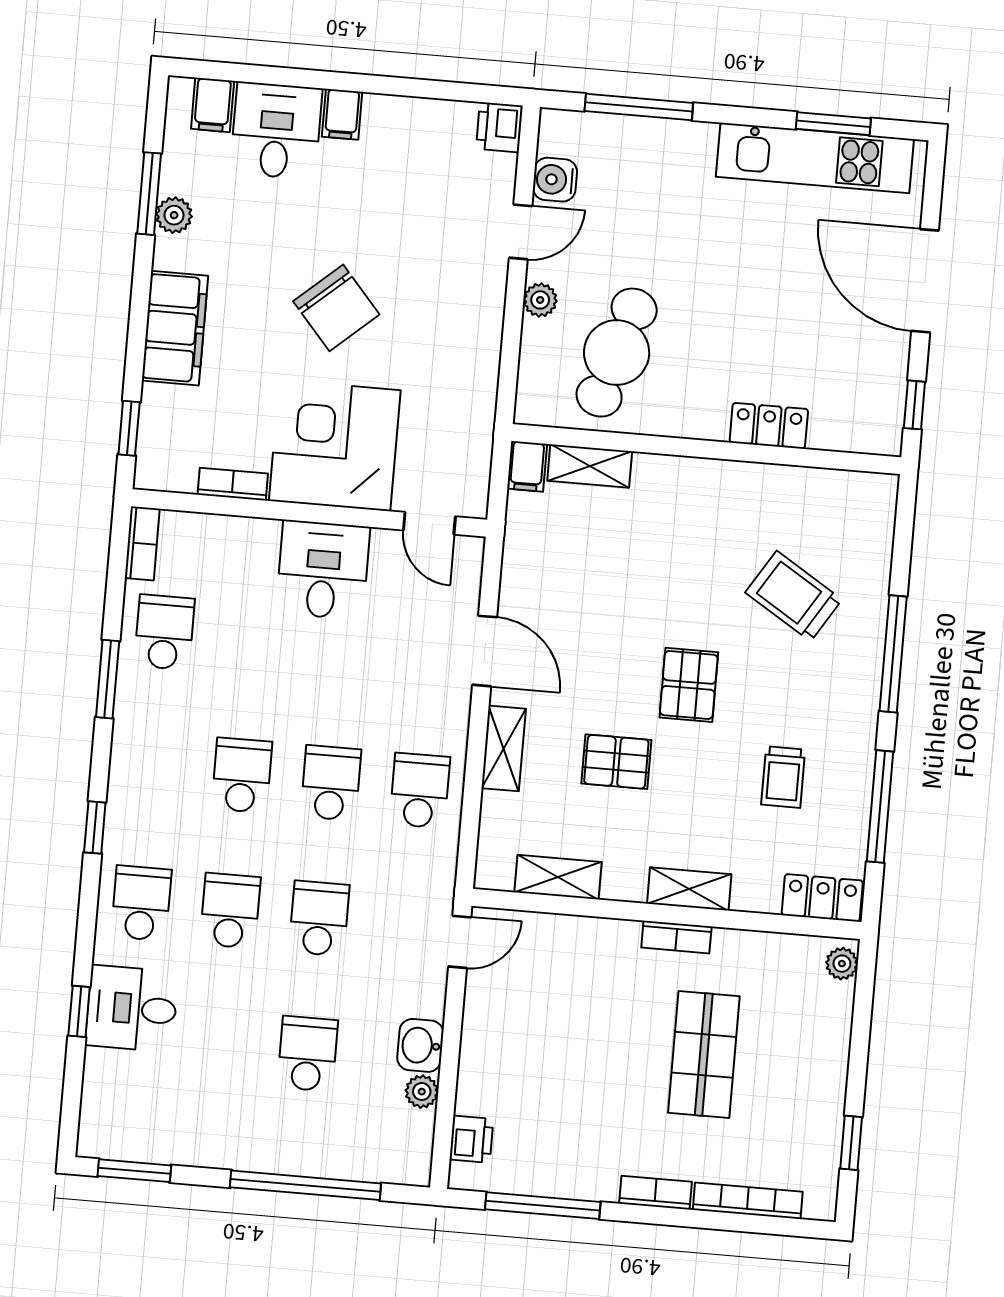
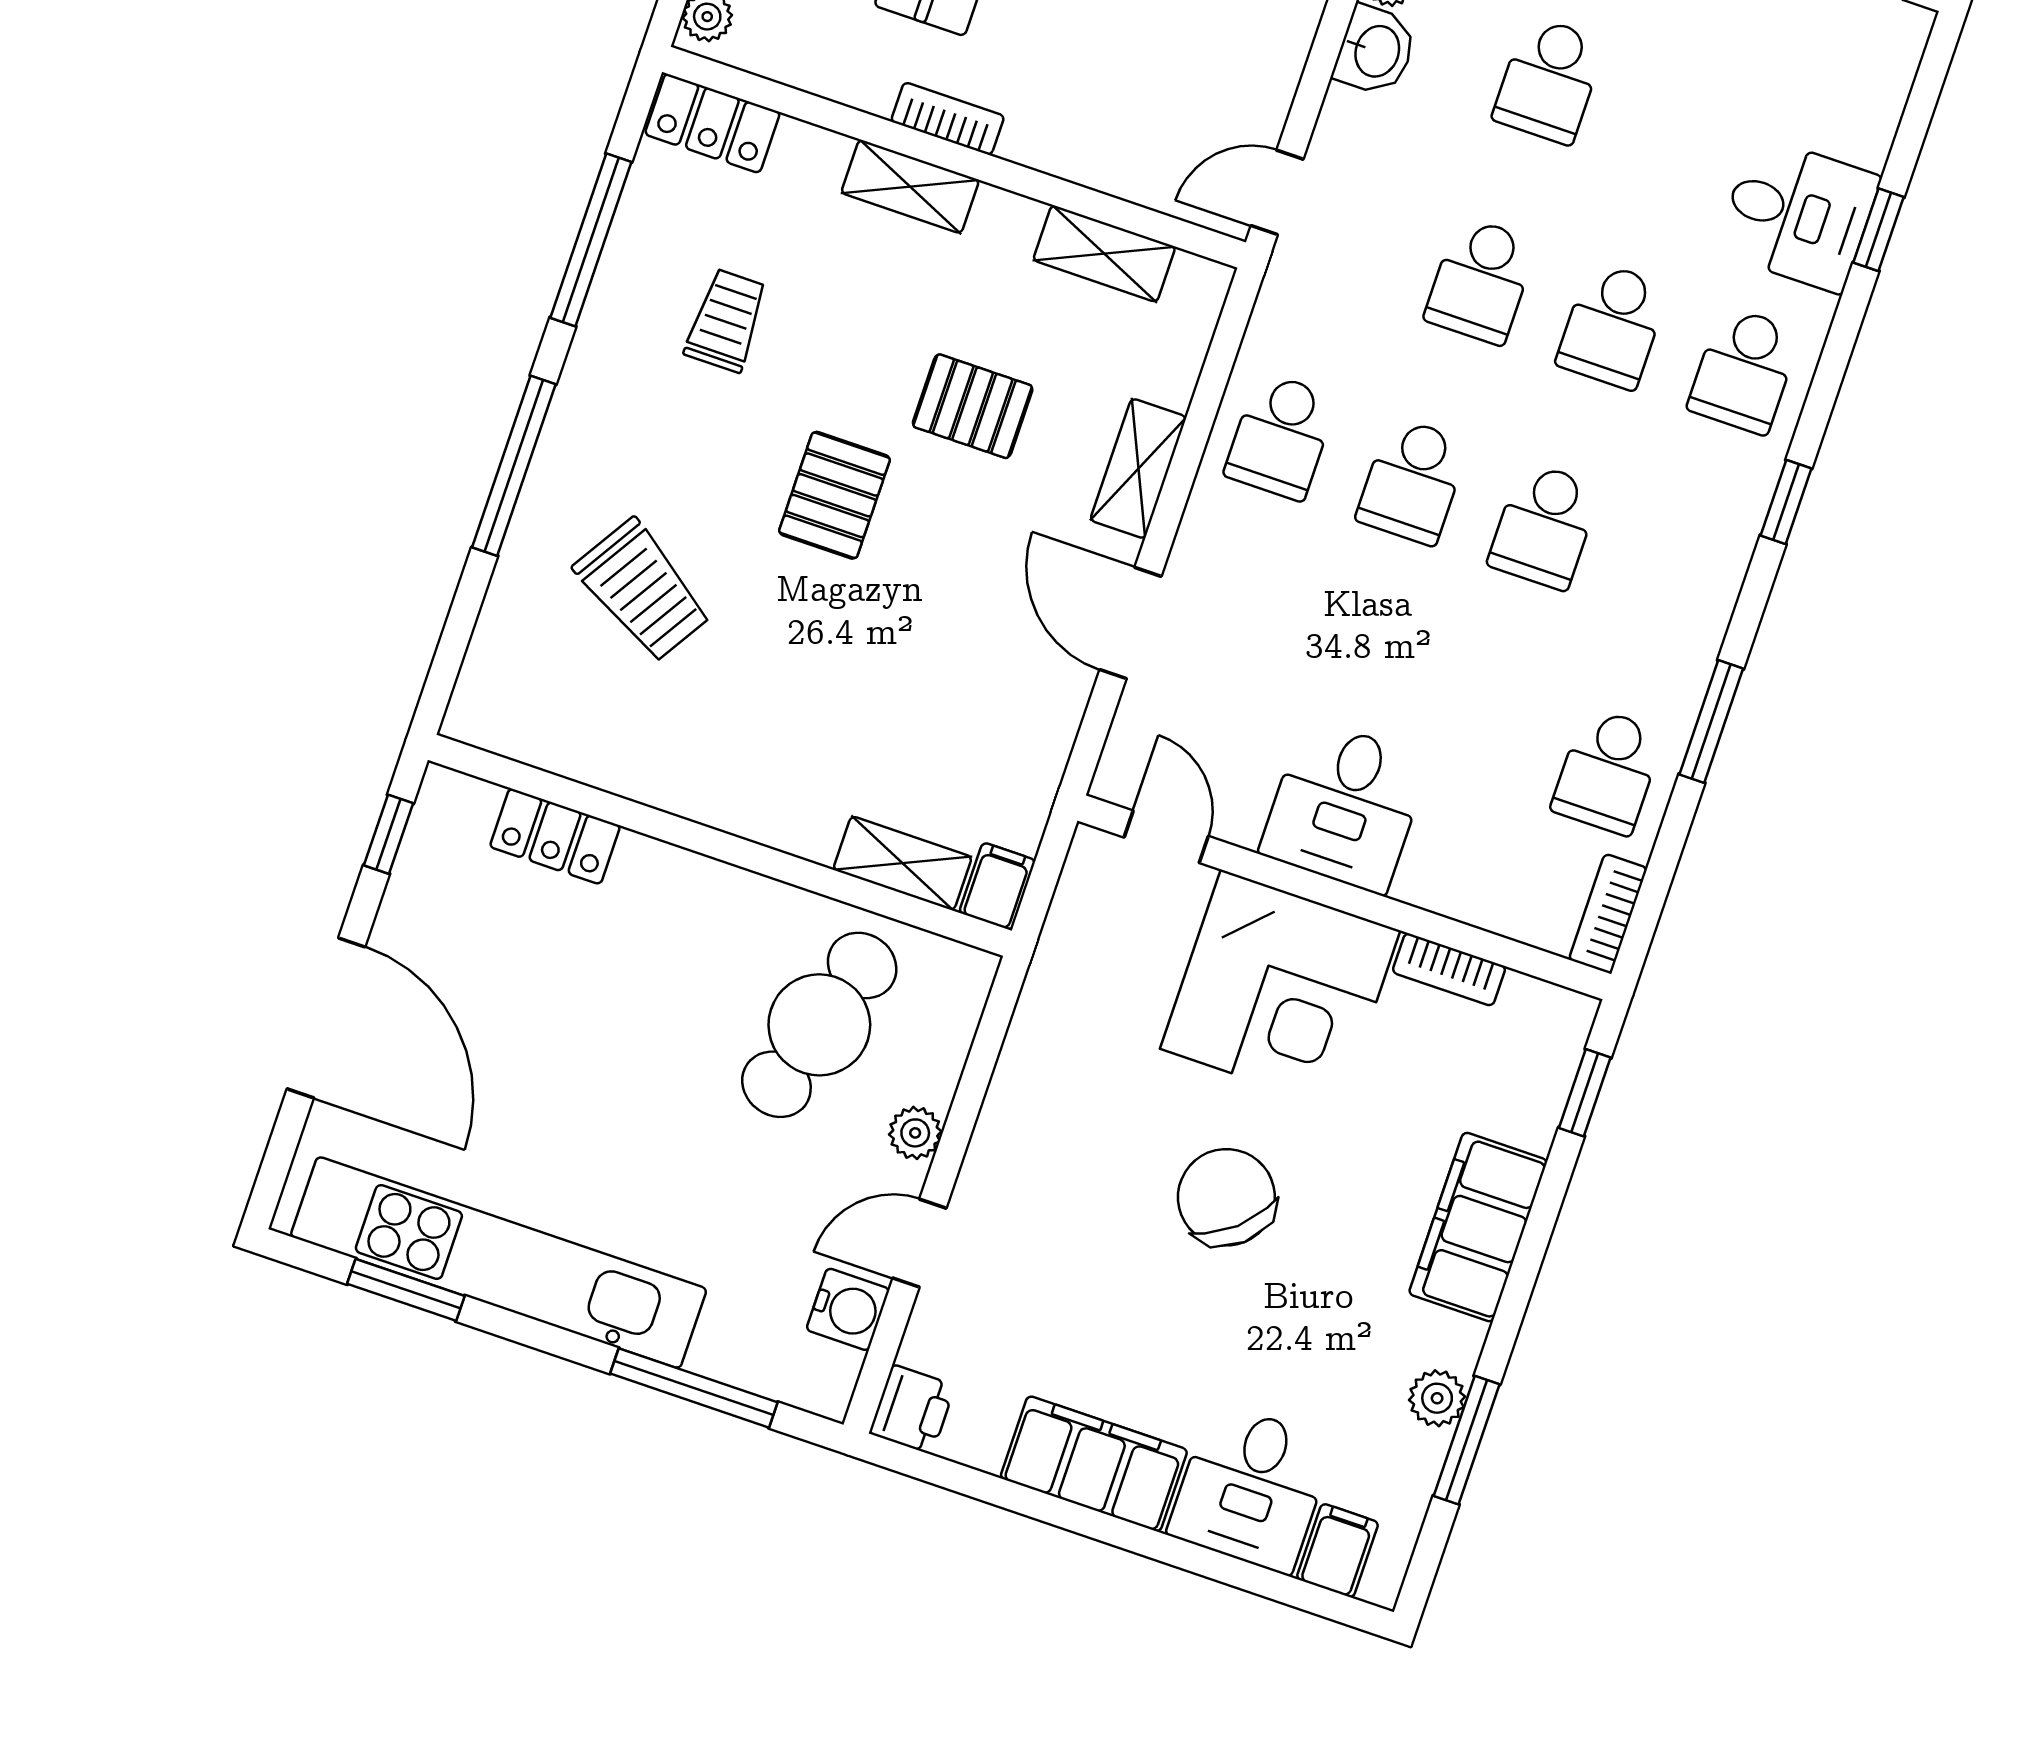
filing cabinet: (342, 114) -> (1094, 1464), width x3.00, depth x1.17
kitchen unit: (815, 158) -> (499, 1263), width x1.36
locker: (769, 426) -> (555, 836), moved

